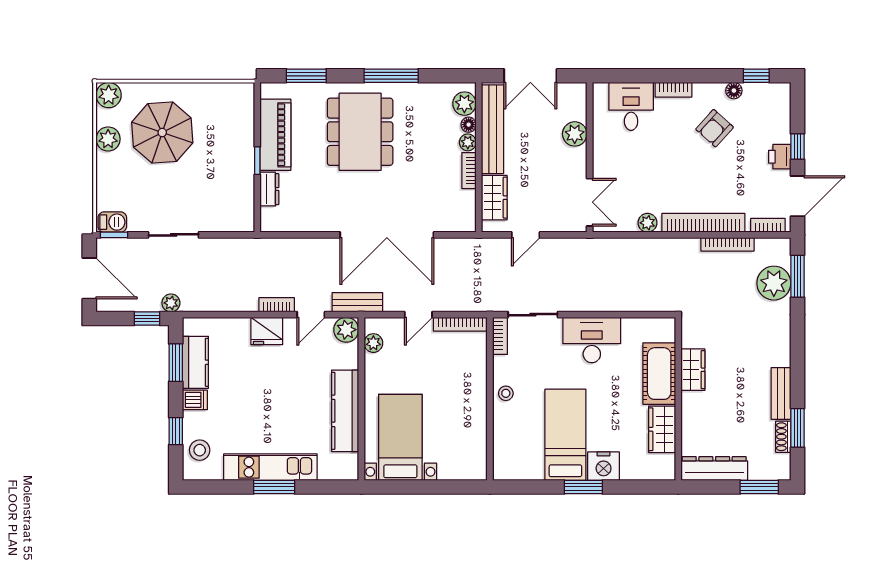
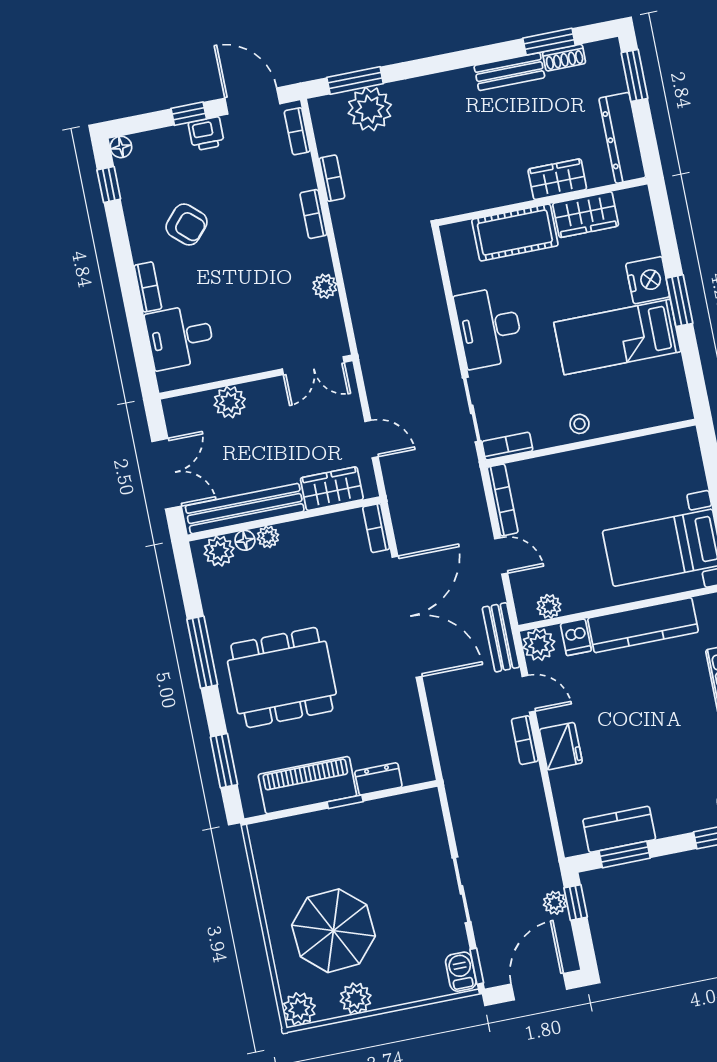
floor lamp: (734, 91) -> (121, 147), moved
bookcase: (469, 171) -> (376, 528), moved, turned 90
double door: (590, 202) -> (313, 366), swing flipped
bookcase: (703, 223) -> (313, 214), width x0.43, depth x0.76
bookcase: (728, 244) -> (332, 178), width x0.64
plant: (171, 303) -> (555, 903), moved
wardrobe: (693, 370) -> (557, 179), moved
dishwasher: (195, 400) -> (576, 637), moved, turned 180

